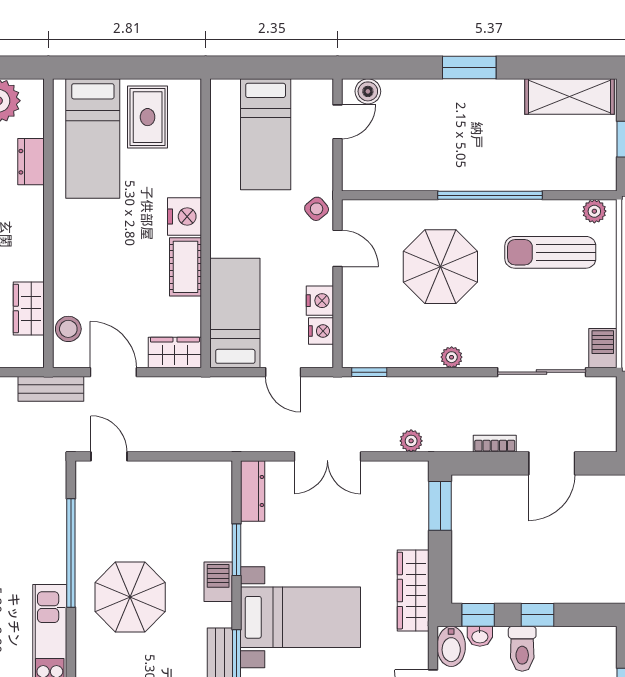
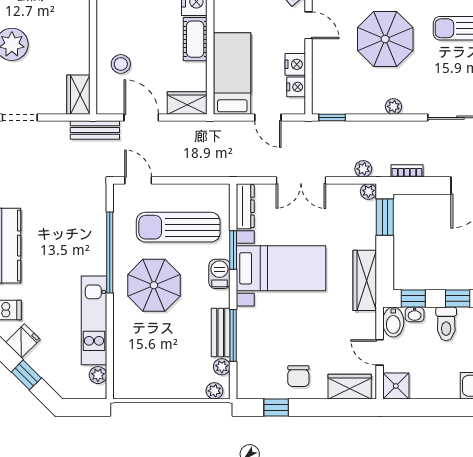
wardrobe: (29, 308) -> (78, 95), moved
stool: (68, 329) -> (121, 64), moved
bookcase: (495, 444) -> (407, 171), moved
plant: (418, 471) -> (368, 191), added
sun lounger: (163, 519) -> (178, 227), added
bed with nightstands: (301, 617) -> (281, 268), moved

